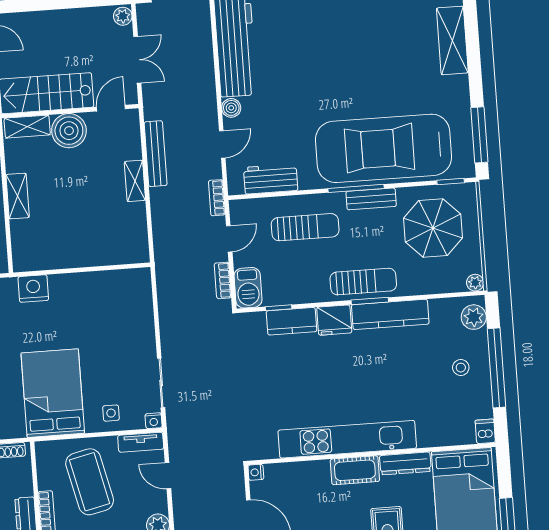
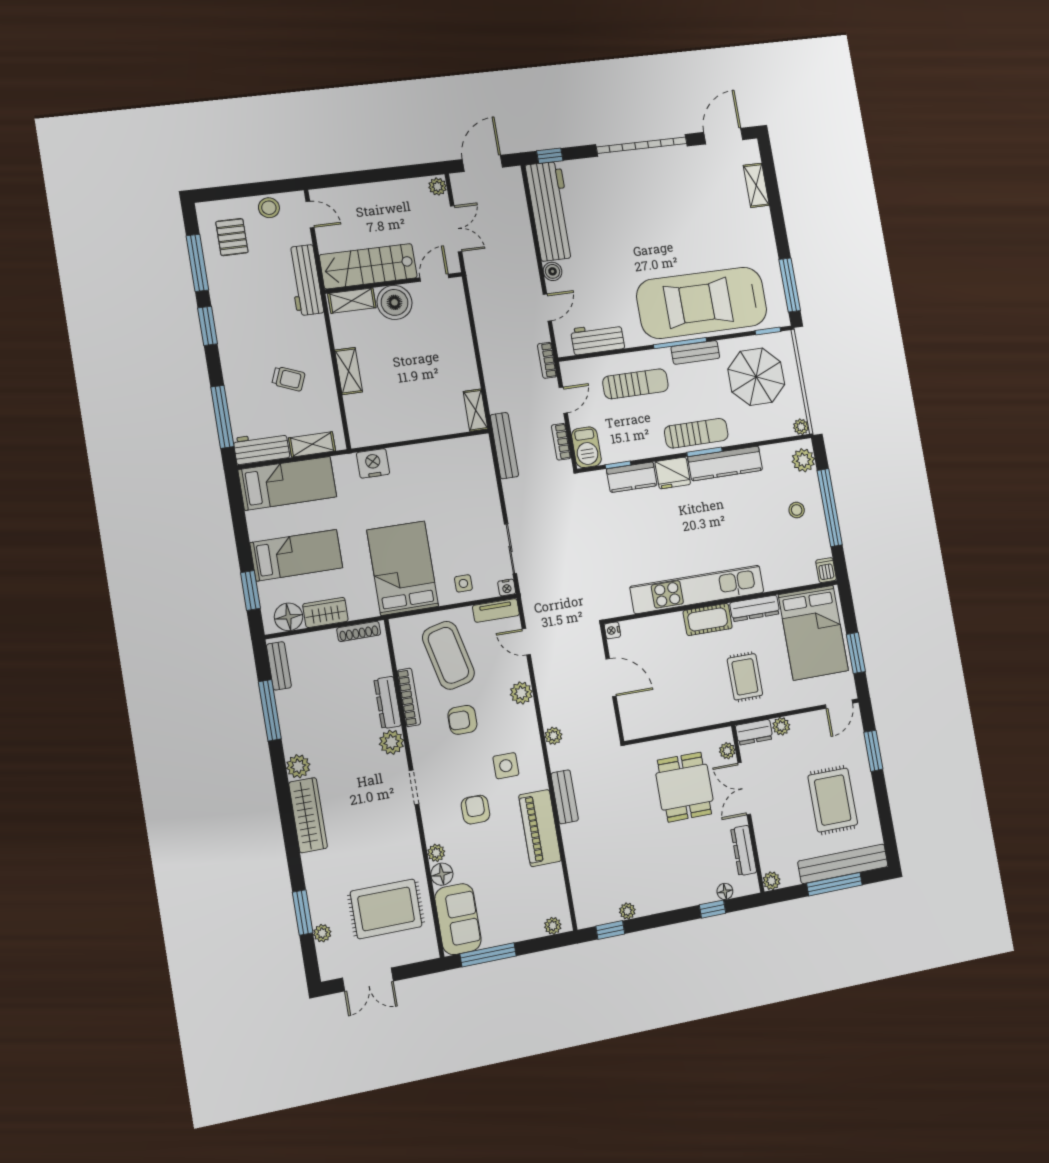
shelving: (452, 40) -> (756, 185), width x0.67, depth x0.75
bench: (156, 154) -> (504, 446), moved
shelving: (135, 181) -> (476, 410), moved

